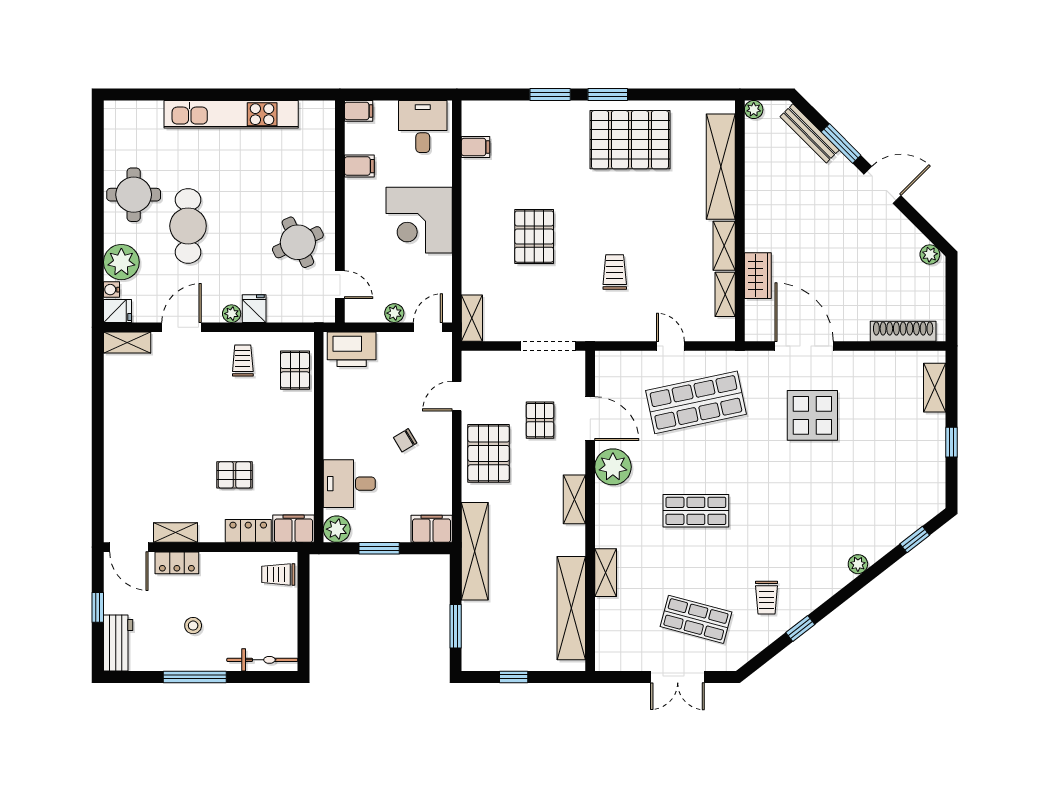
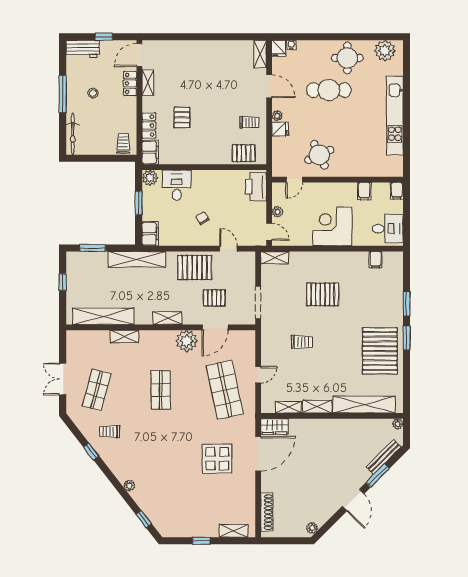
plant: (121, 262) -> (385, 51), moved
wardrobe: (758, 276) -> (274, 426), moved

